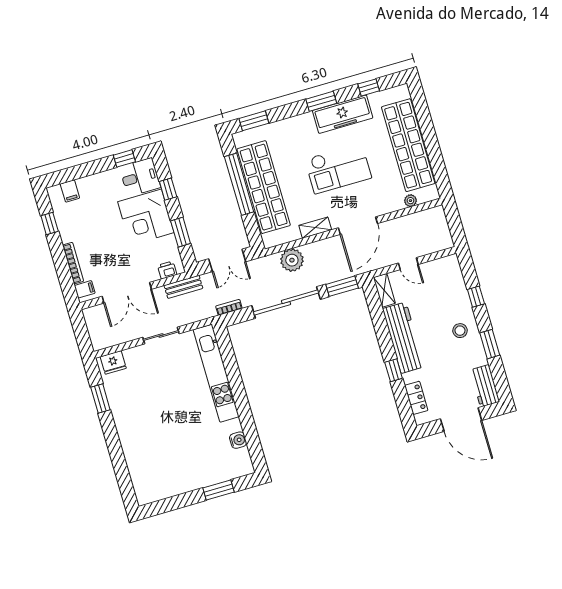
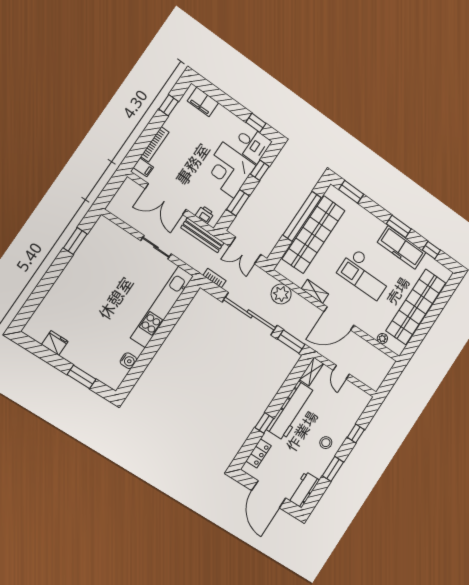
filing cabinet: (70, 191) -> (203, 102), width x2.00
bench: (183, 287) -> (202, 235), width x1.36
fridge: (113, 362) -> (55, 343), moved, turned 180

